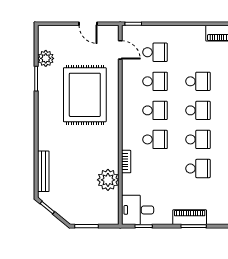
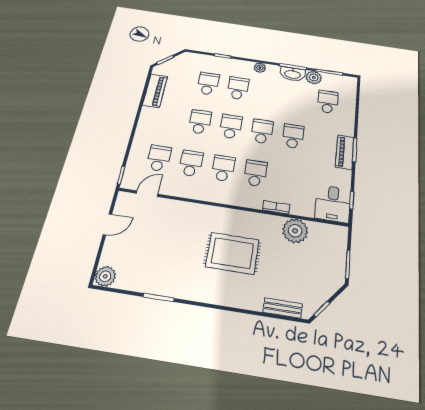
plant: (46, 58) -> (105, 276), moved
rug: (85, 95) -> (233, 253), moved, width x0.73, depth x0.69
bench: (43, 171) -> (283, 308), width x0.73

